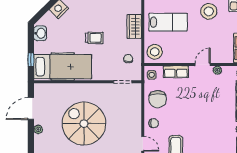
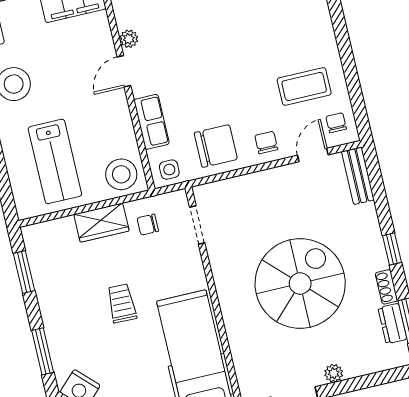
lab bench: (168, 22) -> (55, 161), turned 180
wardrobe: (134, 27) -> (101, 223), moved
door: (203, 64) -> (124, 71), hinge flipped
spiral stairs: (84, 124) -> (300, 283), turned 180

